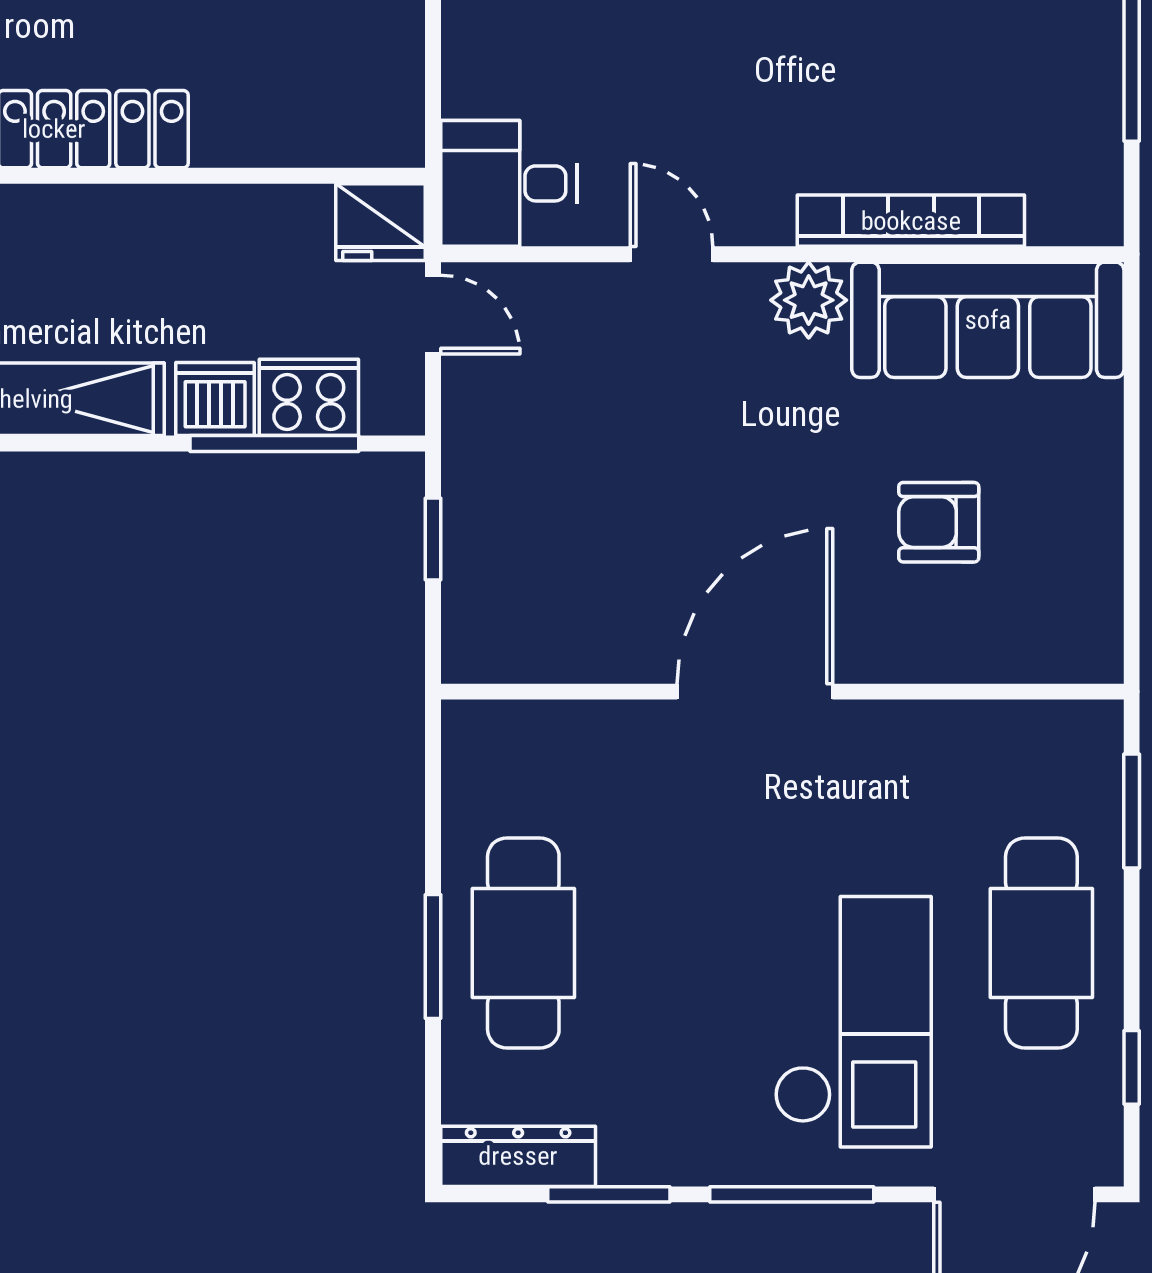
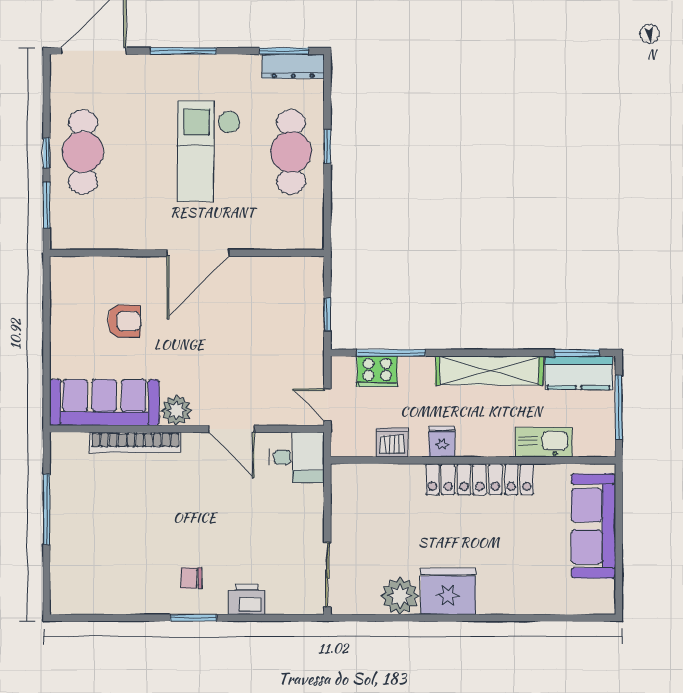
fridge: (381, 222) -> (442, 442), moved, width x0.72
door: (672, 254) -> (232, 429), width x1.37
dishwasher: (215, 399) -> (392, 443), moved, turned 180
window: (433, 957) -> (327, 147), width x0.67
checkout: (853, 1022) -> (209, 151), moved
window: (1132, 1067) -> (47, 153), moved
window: (609, 1194) -> (284, 51), moved

